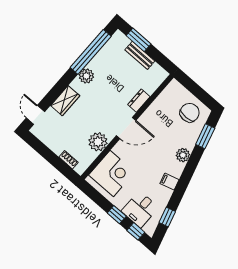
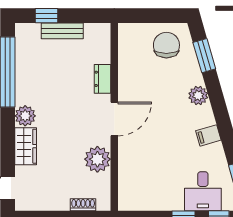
window: (139, 40) -> (47, 16), width x0.67
plant: (86, 76) -> (25, 116), moved
corner desk: (112, 174) -> (141, 180), removed

